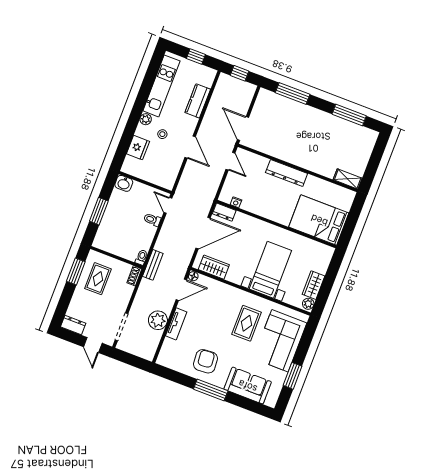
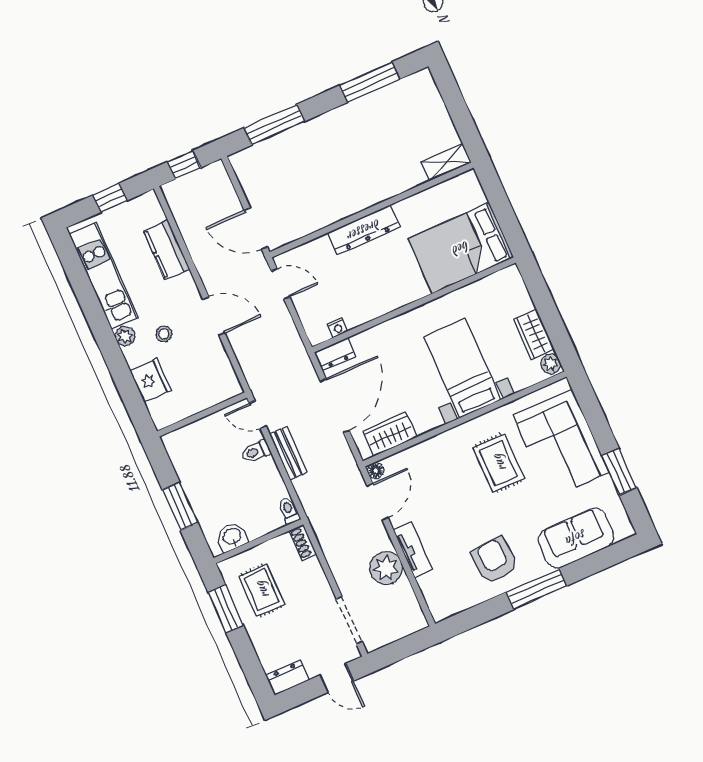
washbasin: (124, 183) -> (232, 537), moved, turned 180
bench: (153, 265) -> (288, 453), moved

